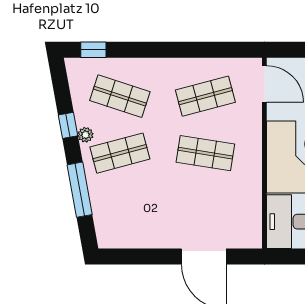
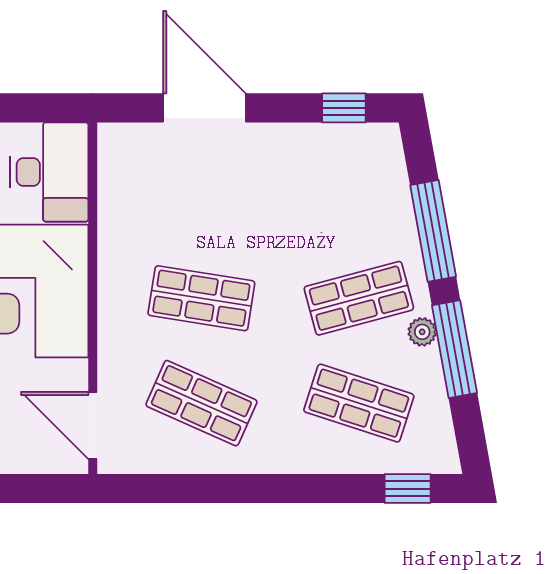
shop shelf: (205, 96) -> (201, 403), turned 39
window: (68, 125) -> (454, 349), width x2.17
window: (128, 256) -> (344, 108), added

